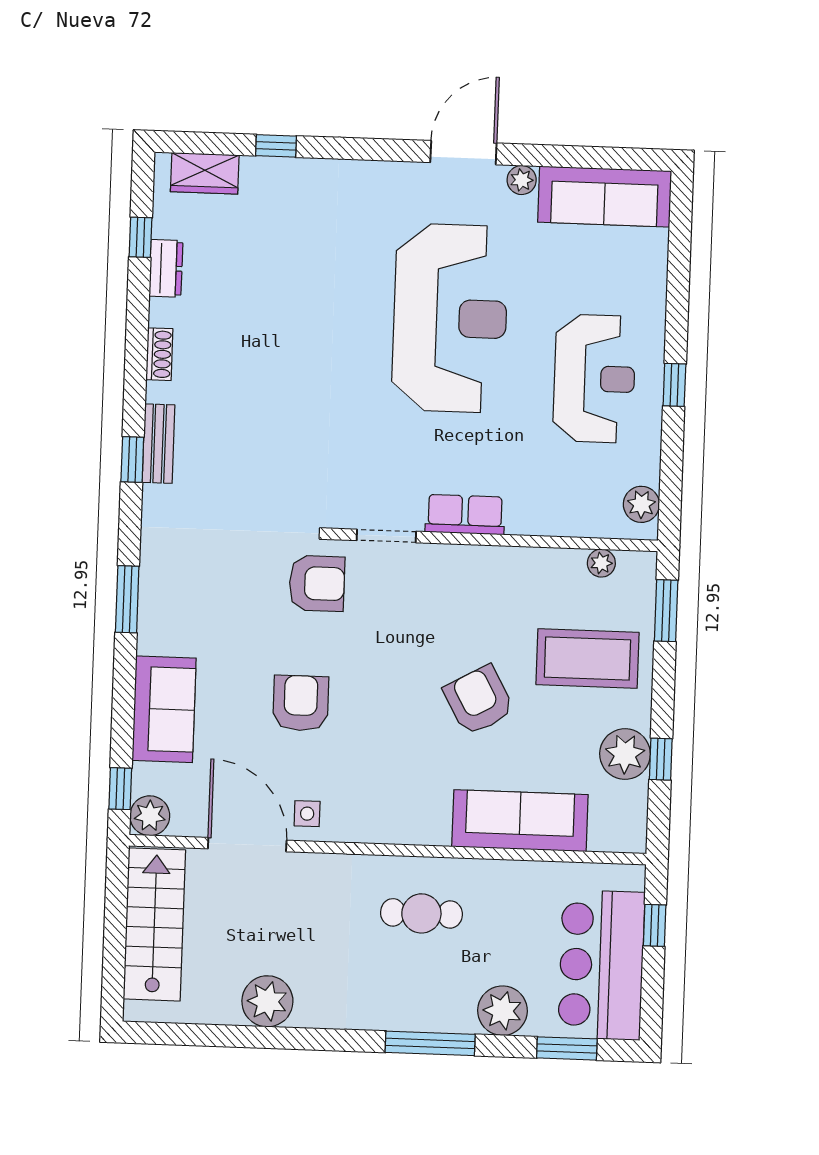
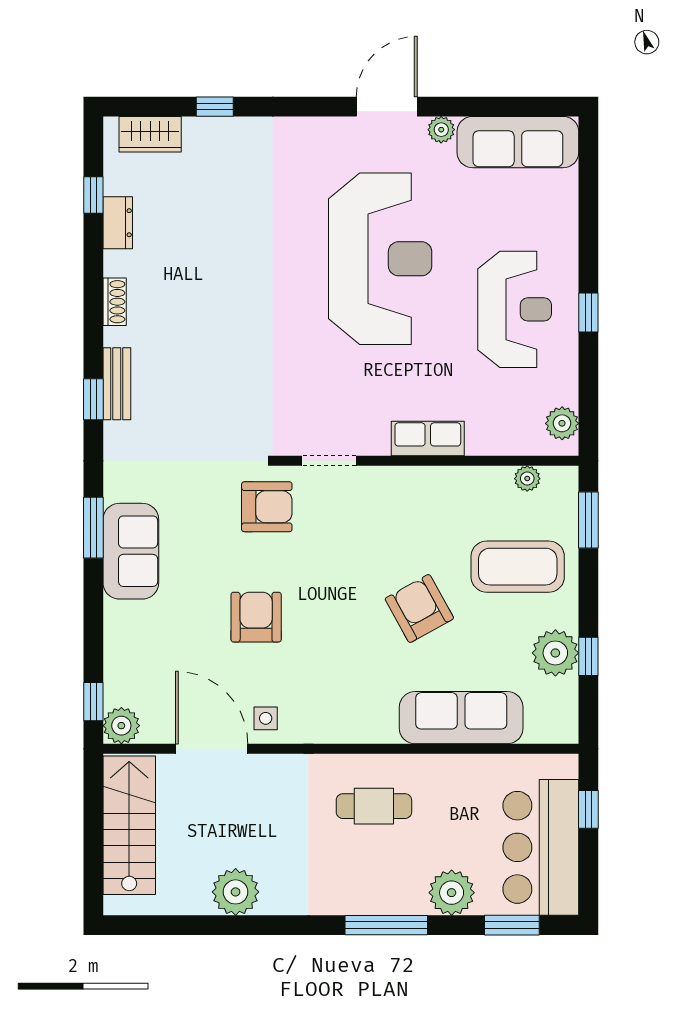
row of seats: (465, 515) -> (428, 439), moved
sofa: (164, 709) -> (131, 551), moved

